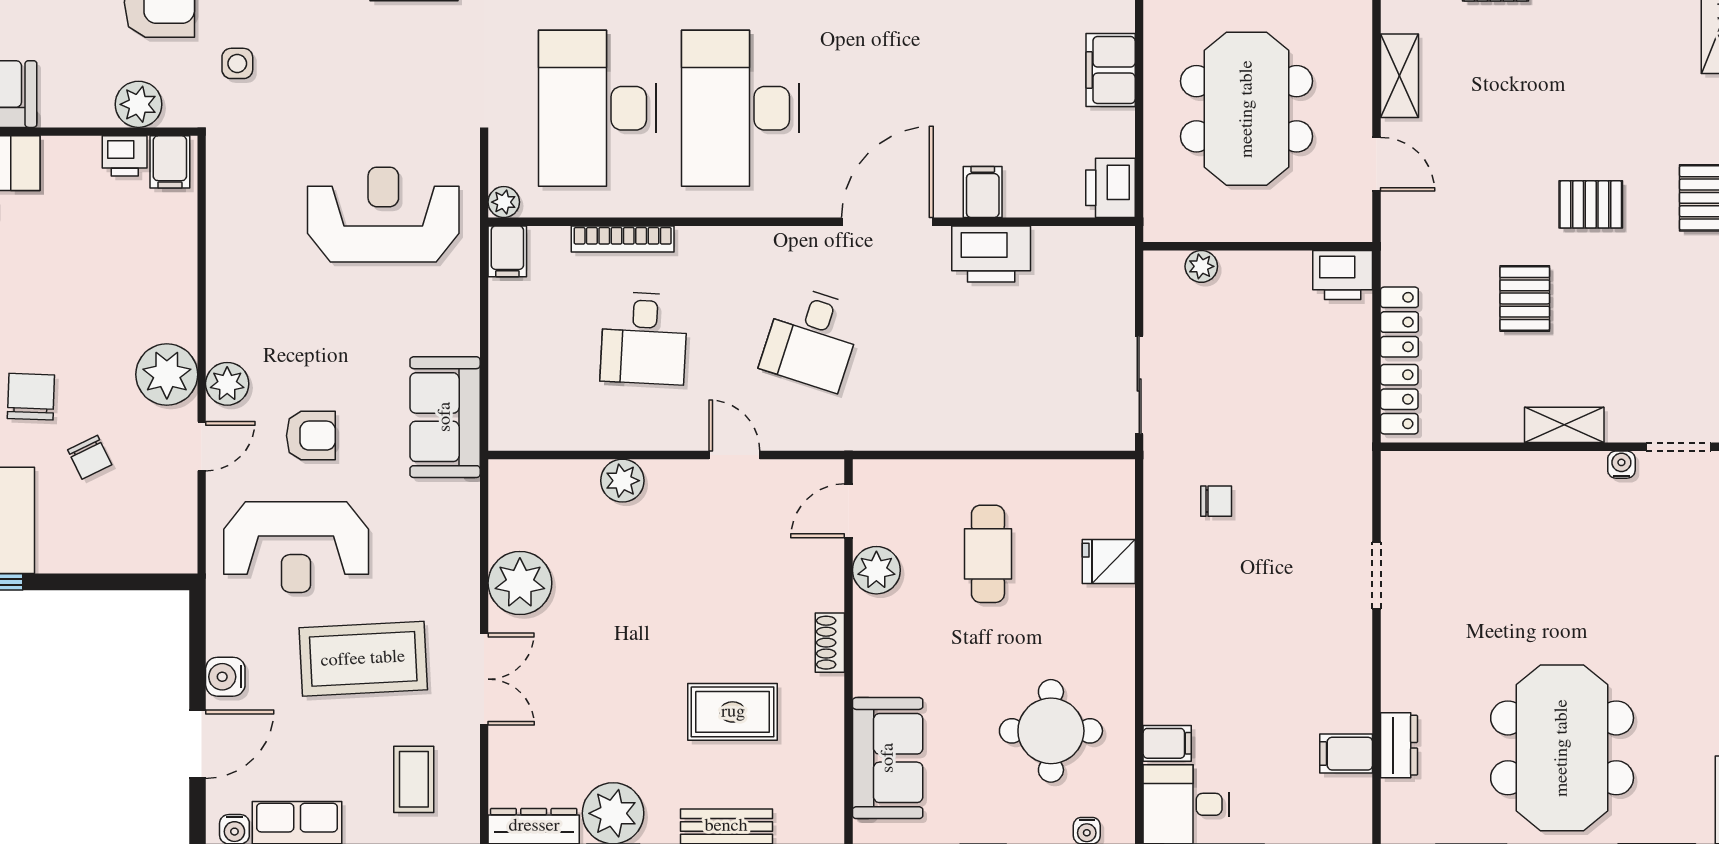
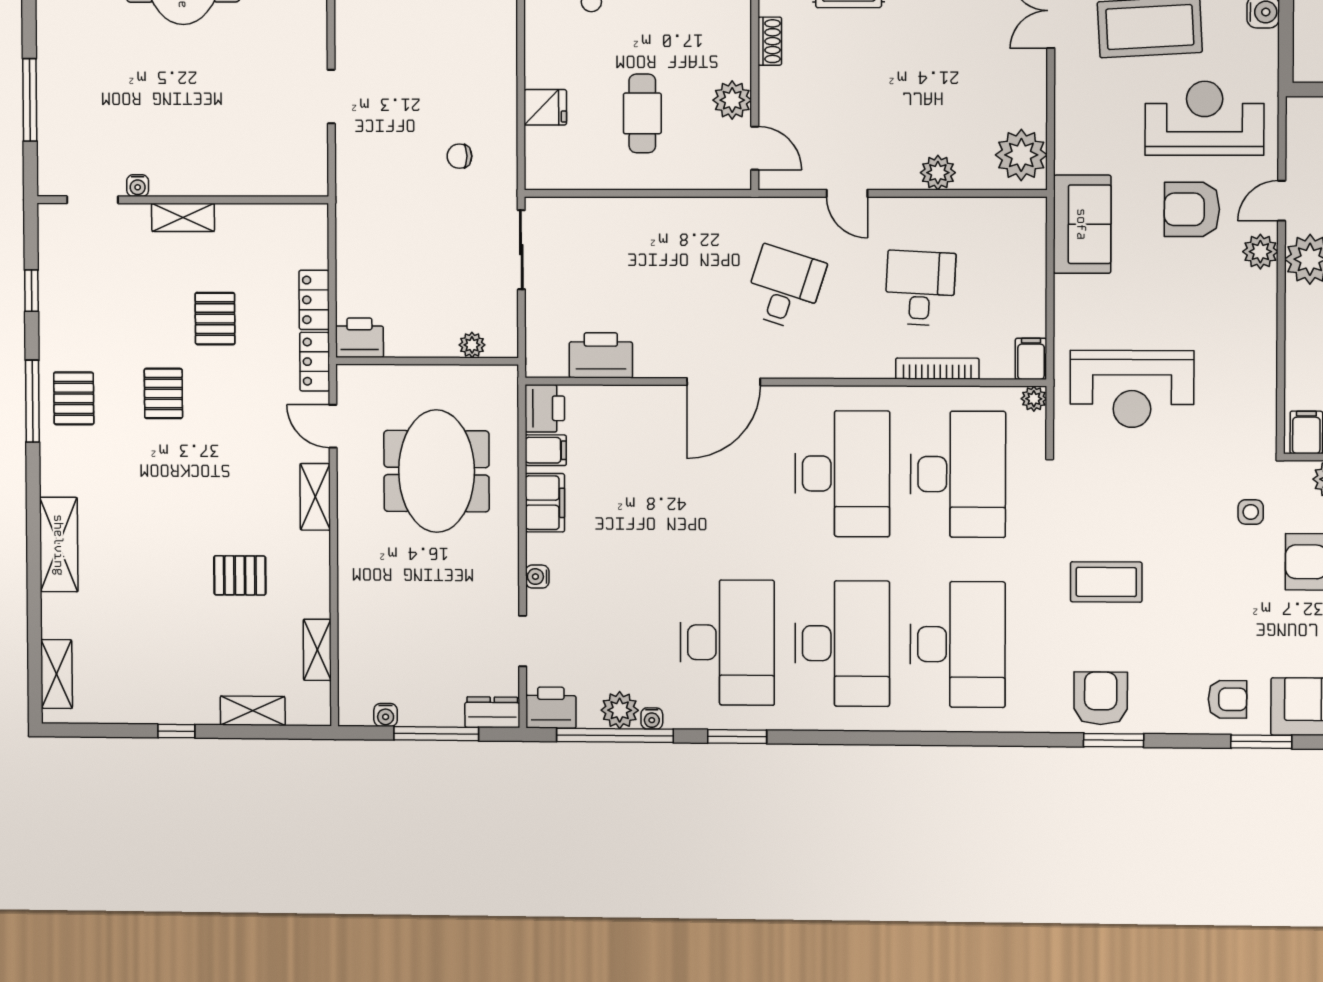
filing cabinet: (983, 192) -> (546, 450), moved, turned -90
pallet: (1591, 204) -> (163, 393), turned 90
printer: (991, 254) -> (601, 355), moved
locker: (1399, 399) -> (315, 362), moved
armchair: (311, 436) -> (1192, 209), width x1.38, depth x1.38
door: (848, 511) -> (755, 148), hinge flipped
plant: (520, 583) -> (1021, 155), moved

